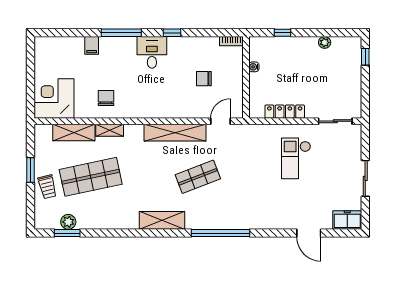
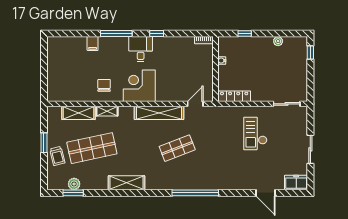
chair: (204, 79) -> (182, 70), removed
corner desk: (54, 98) -> (139, 86), moved
locker: (285, 112) -> (234, 96), moved
shelving: (162, 220) -> (127, 183), moved

